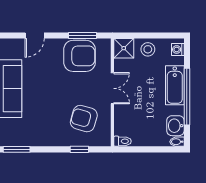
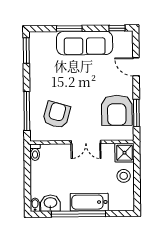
washing machine: (178, 49) -> (124, 205), removed
window: (79, 149) -> (27, 111), width x2.17

